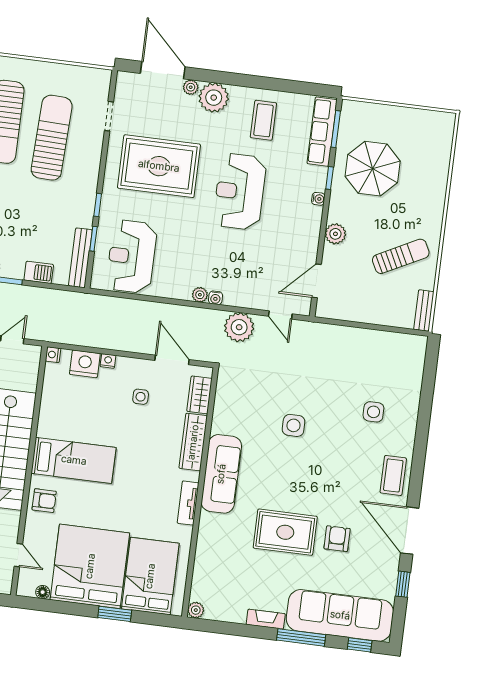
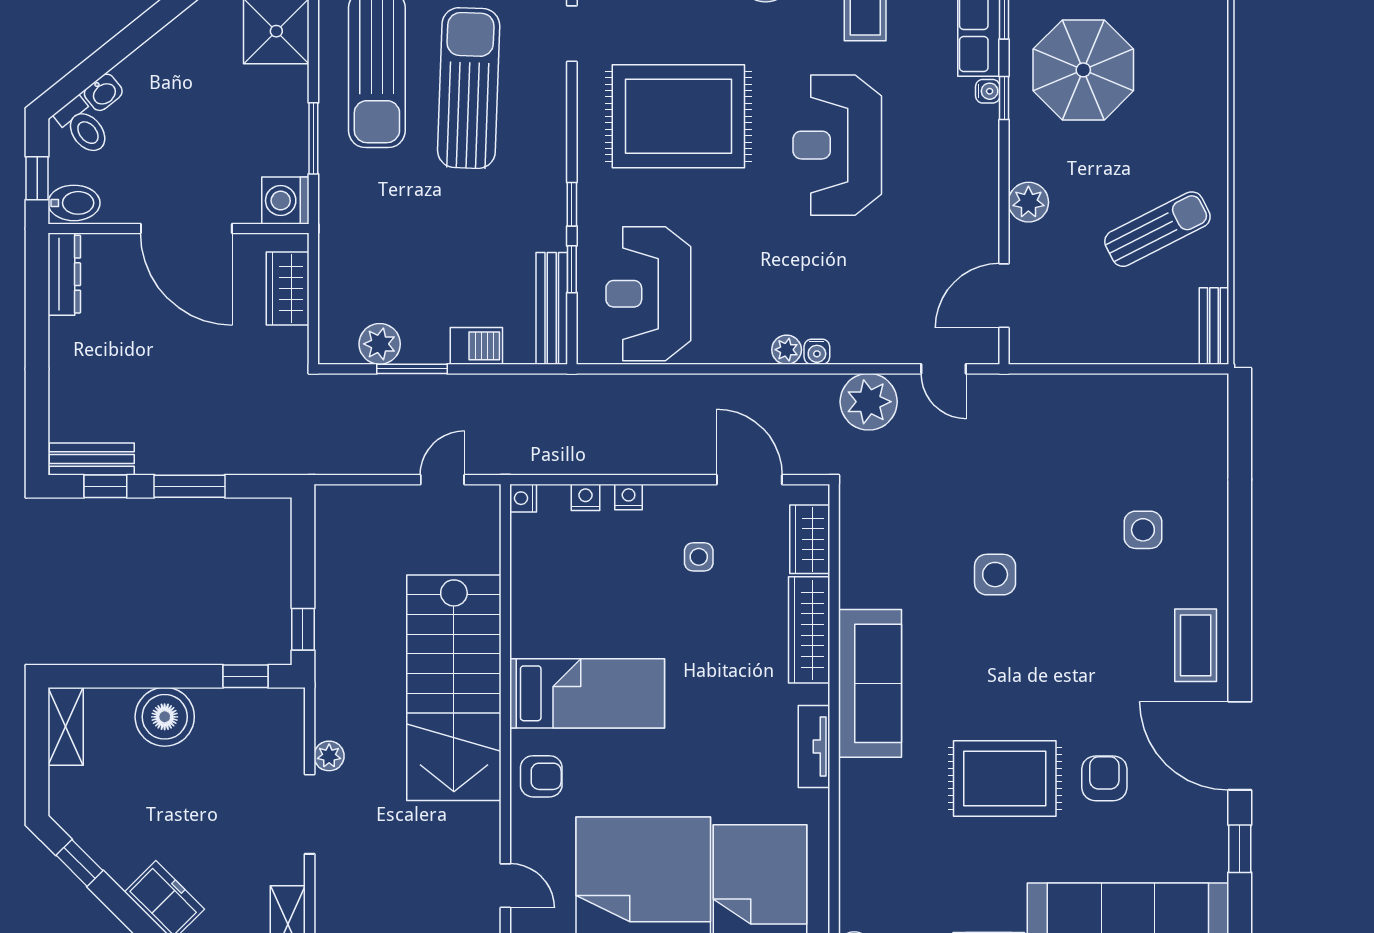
water cooler: (318, 199) -> (988, 91), moved
nightstand: (85, 364) -> (585, 497), width x0.53, depth x0.56

